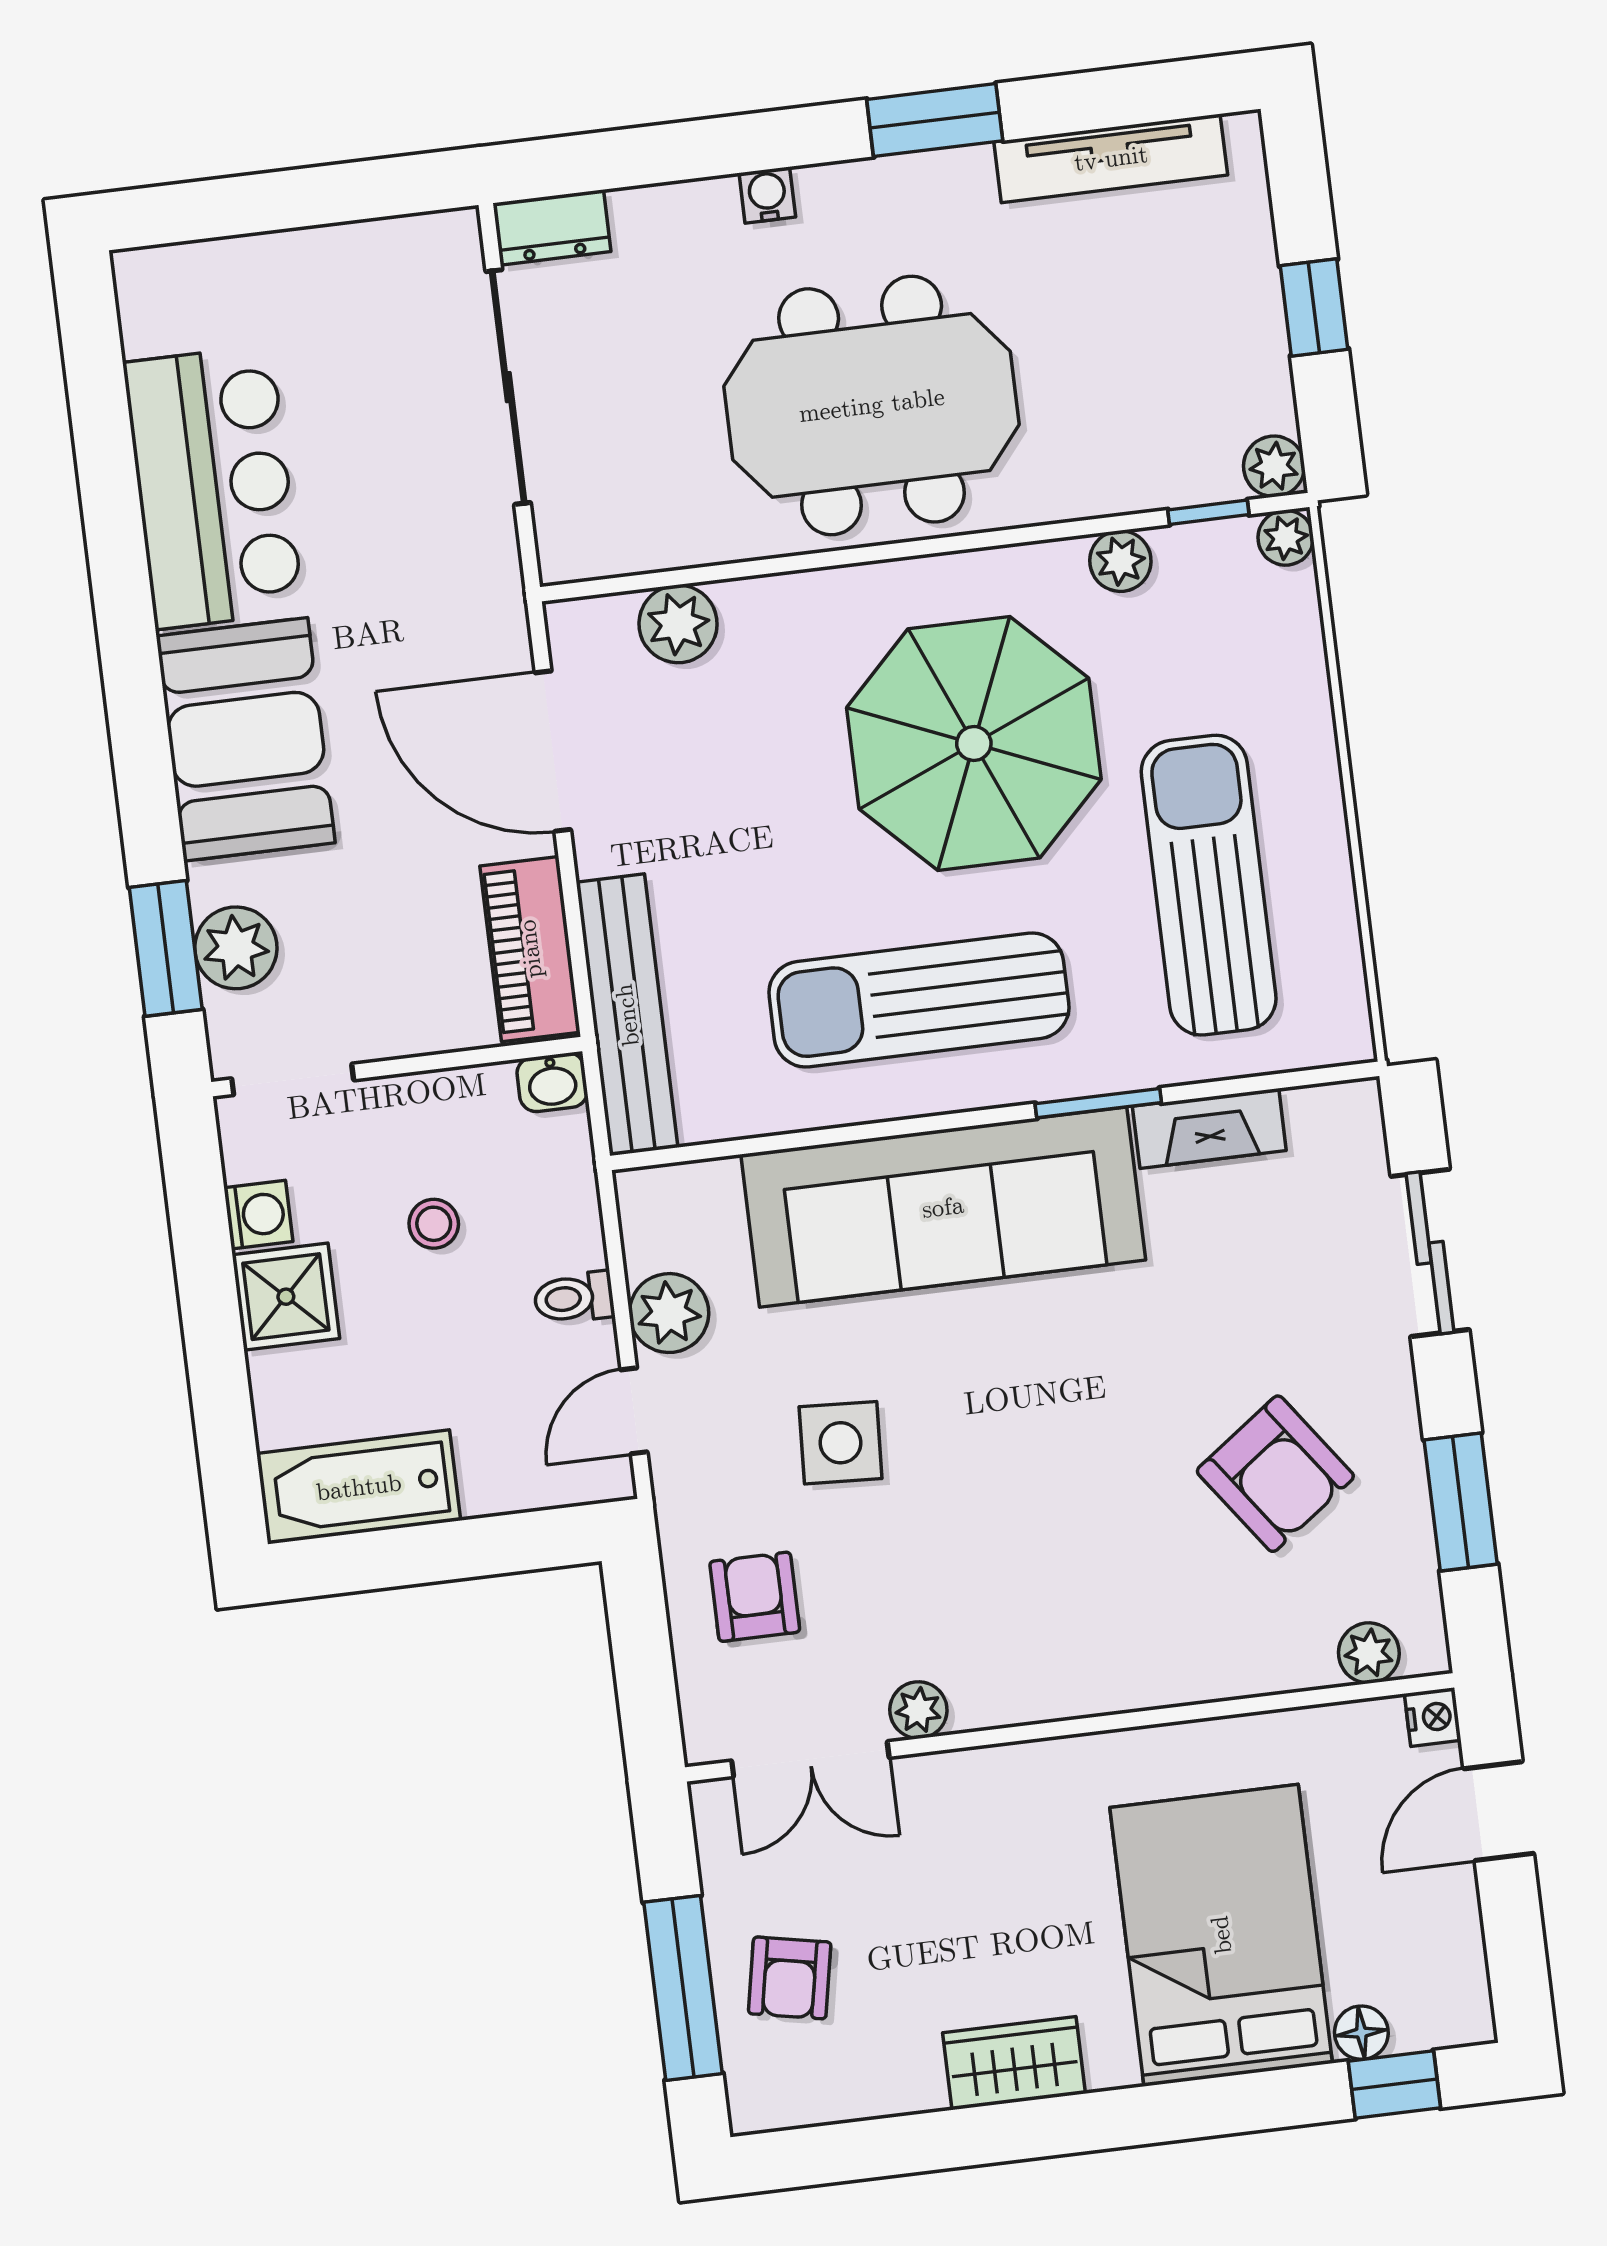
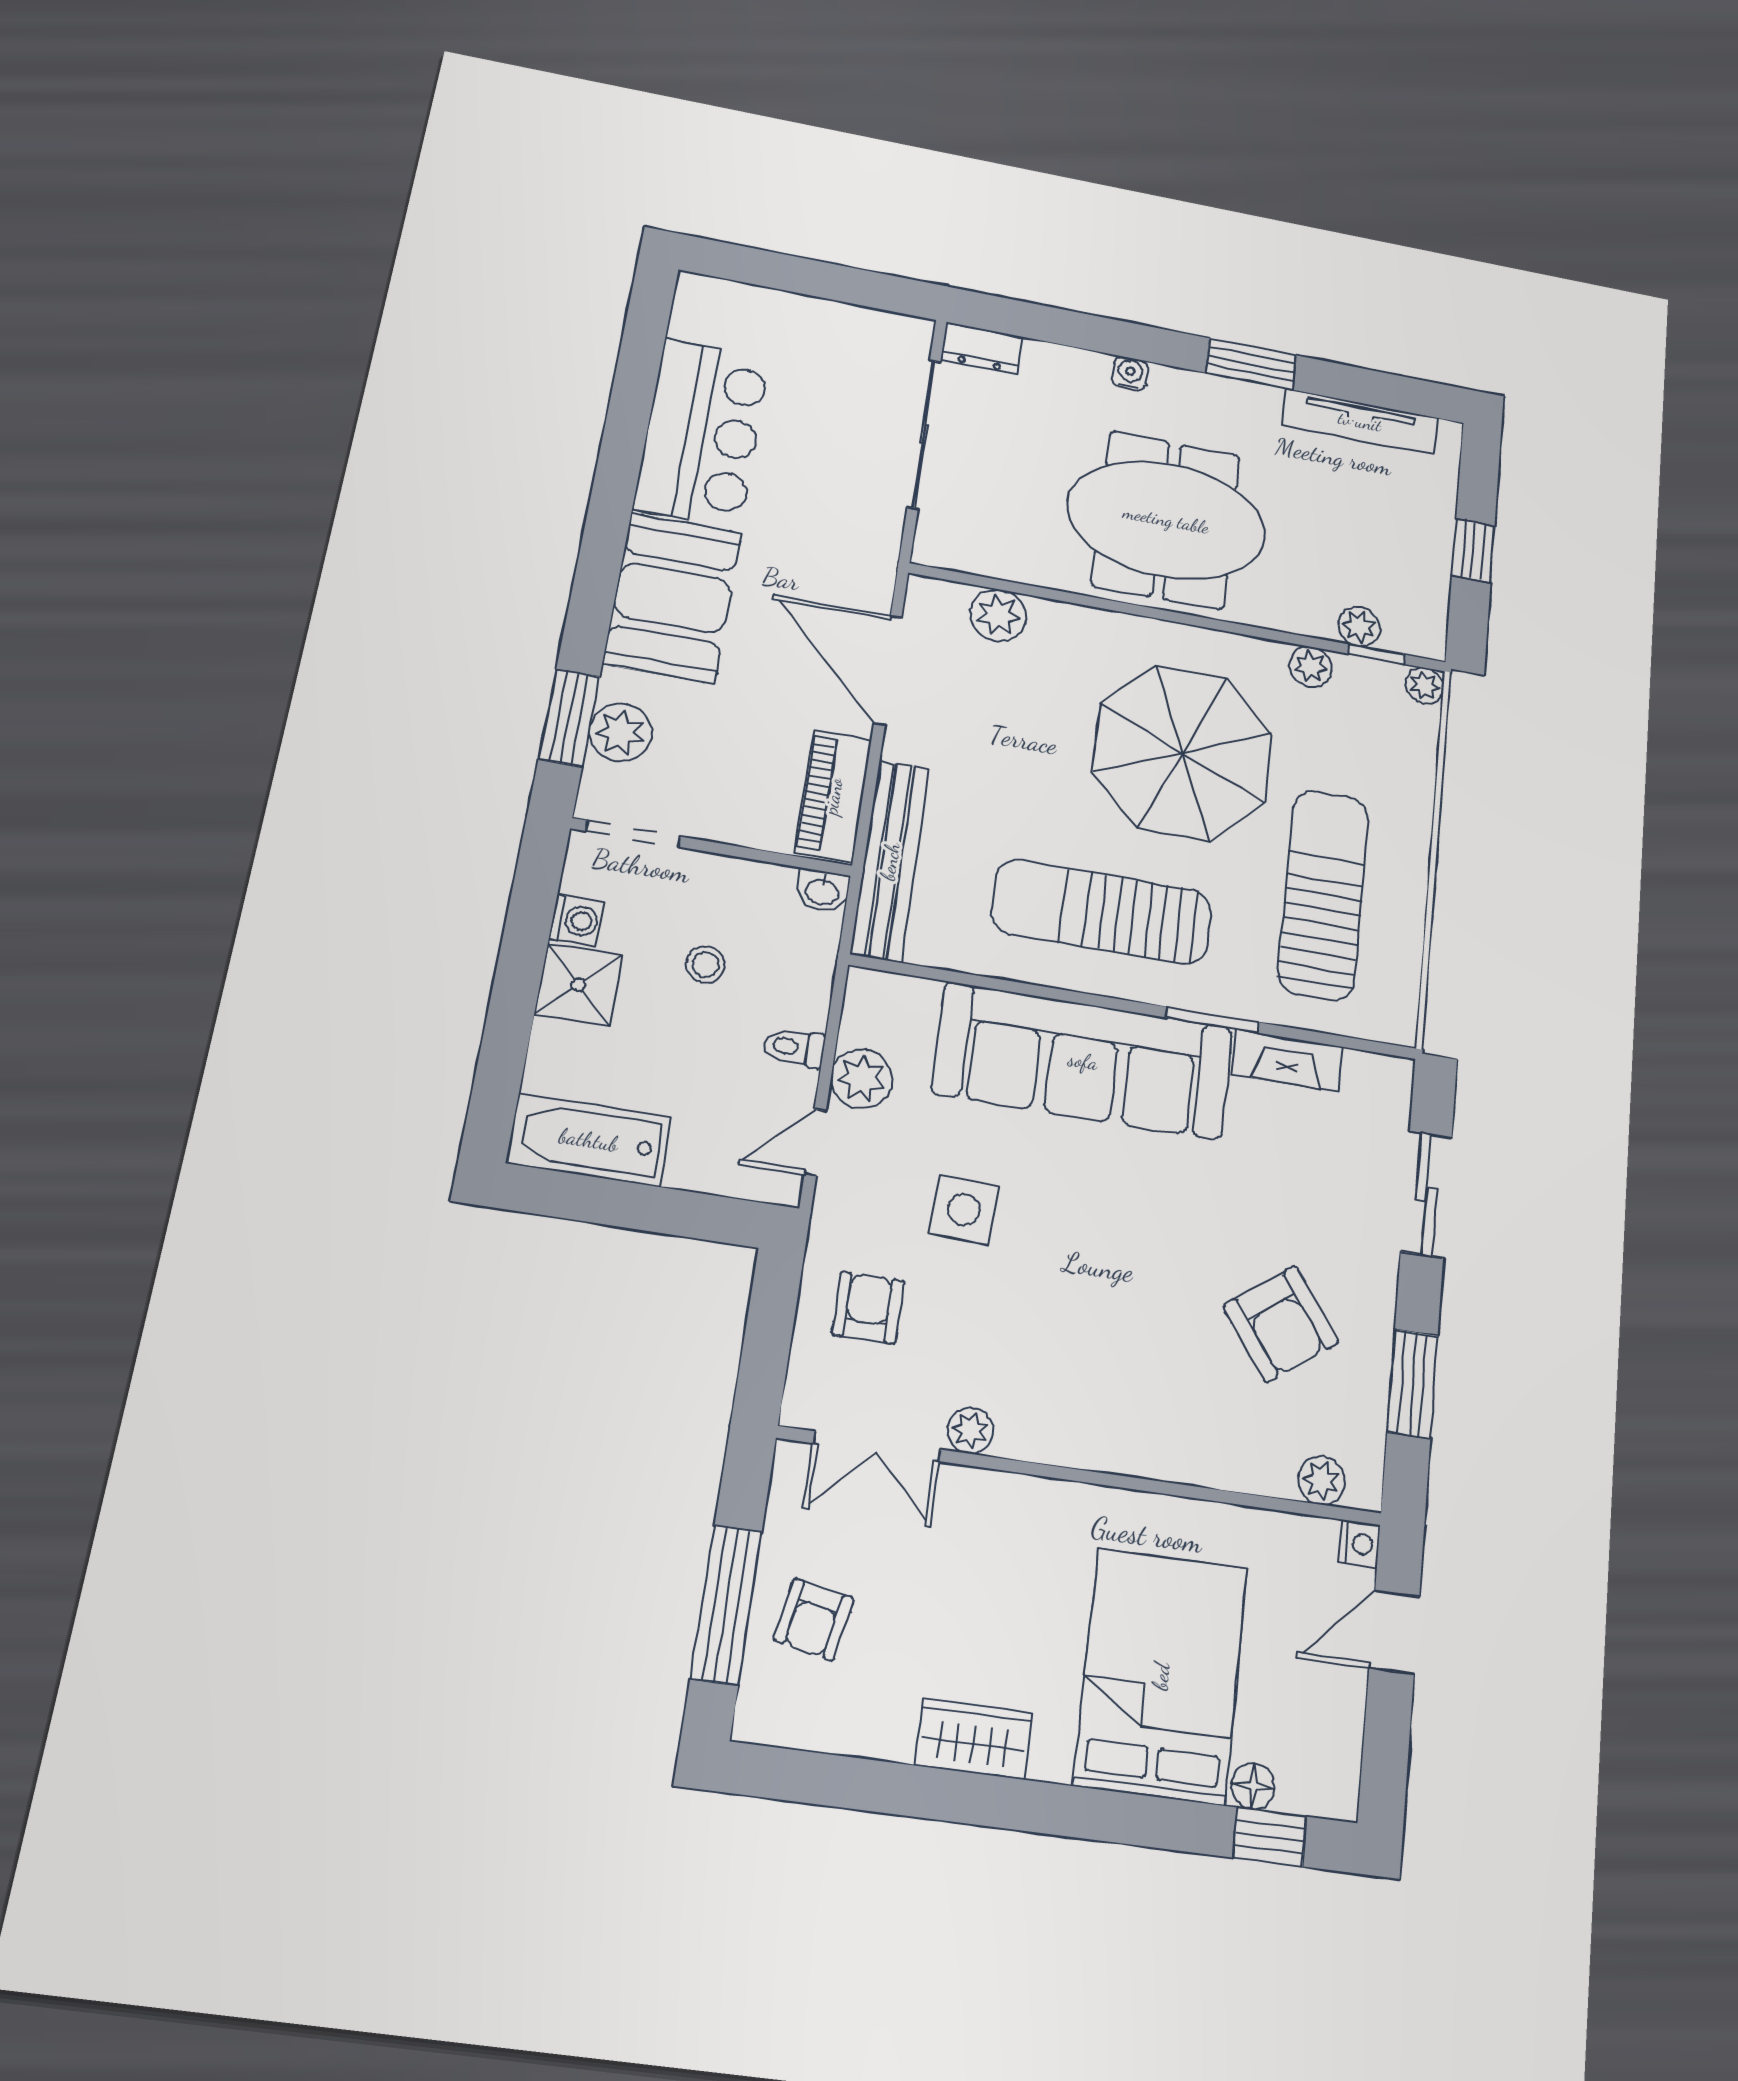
plant: (1274, 466) -> (1359, 627), moved

